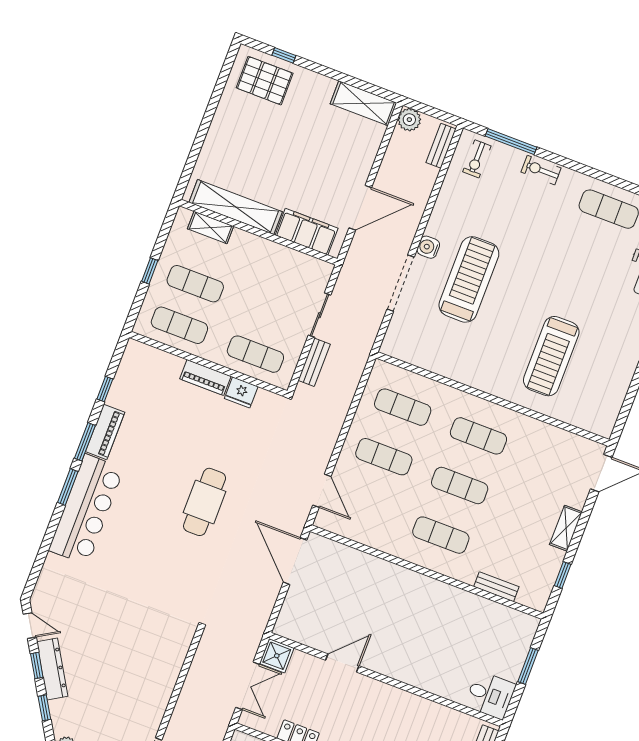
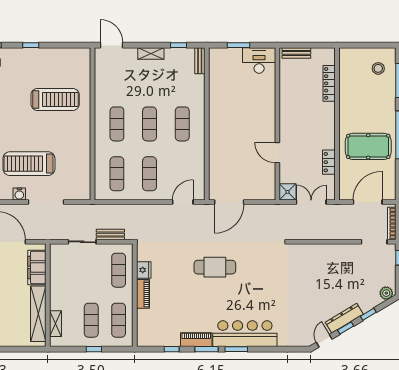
bench: (496, 587) -> (200, 61), moved
desk: (490, 695) -> (259, 61), width x1.37

